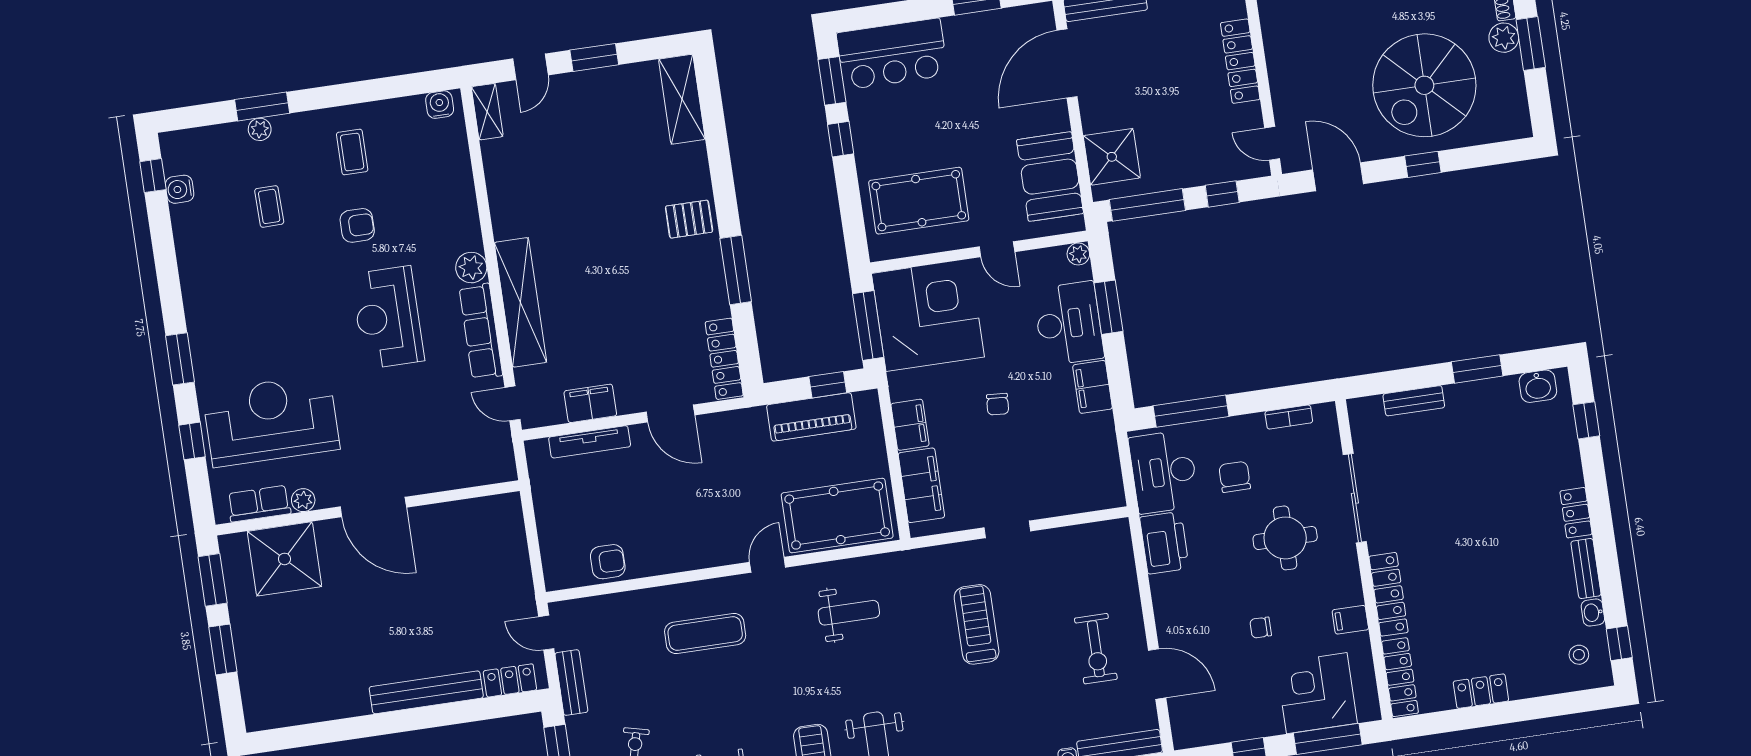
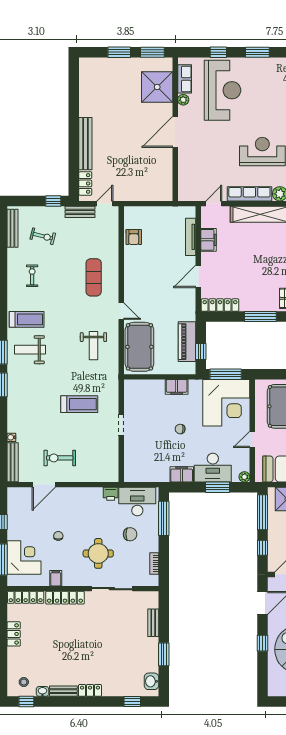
filing cabinet: (921, 485) -> (148, 388), removed
printer: (1164, 543) -> (111, 494), width x0.53, depth x0.68

